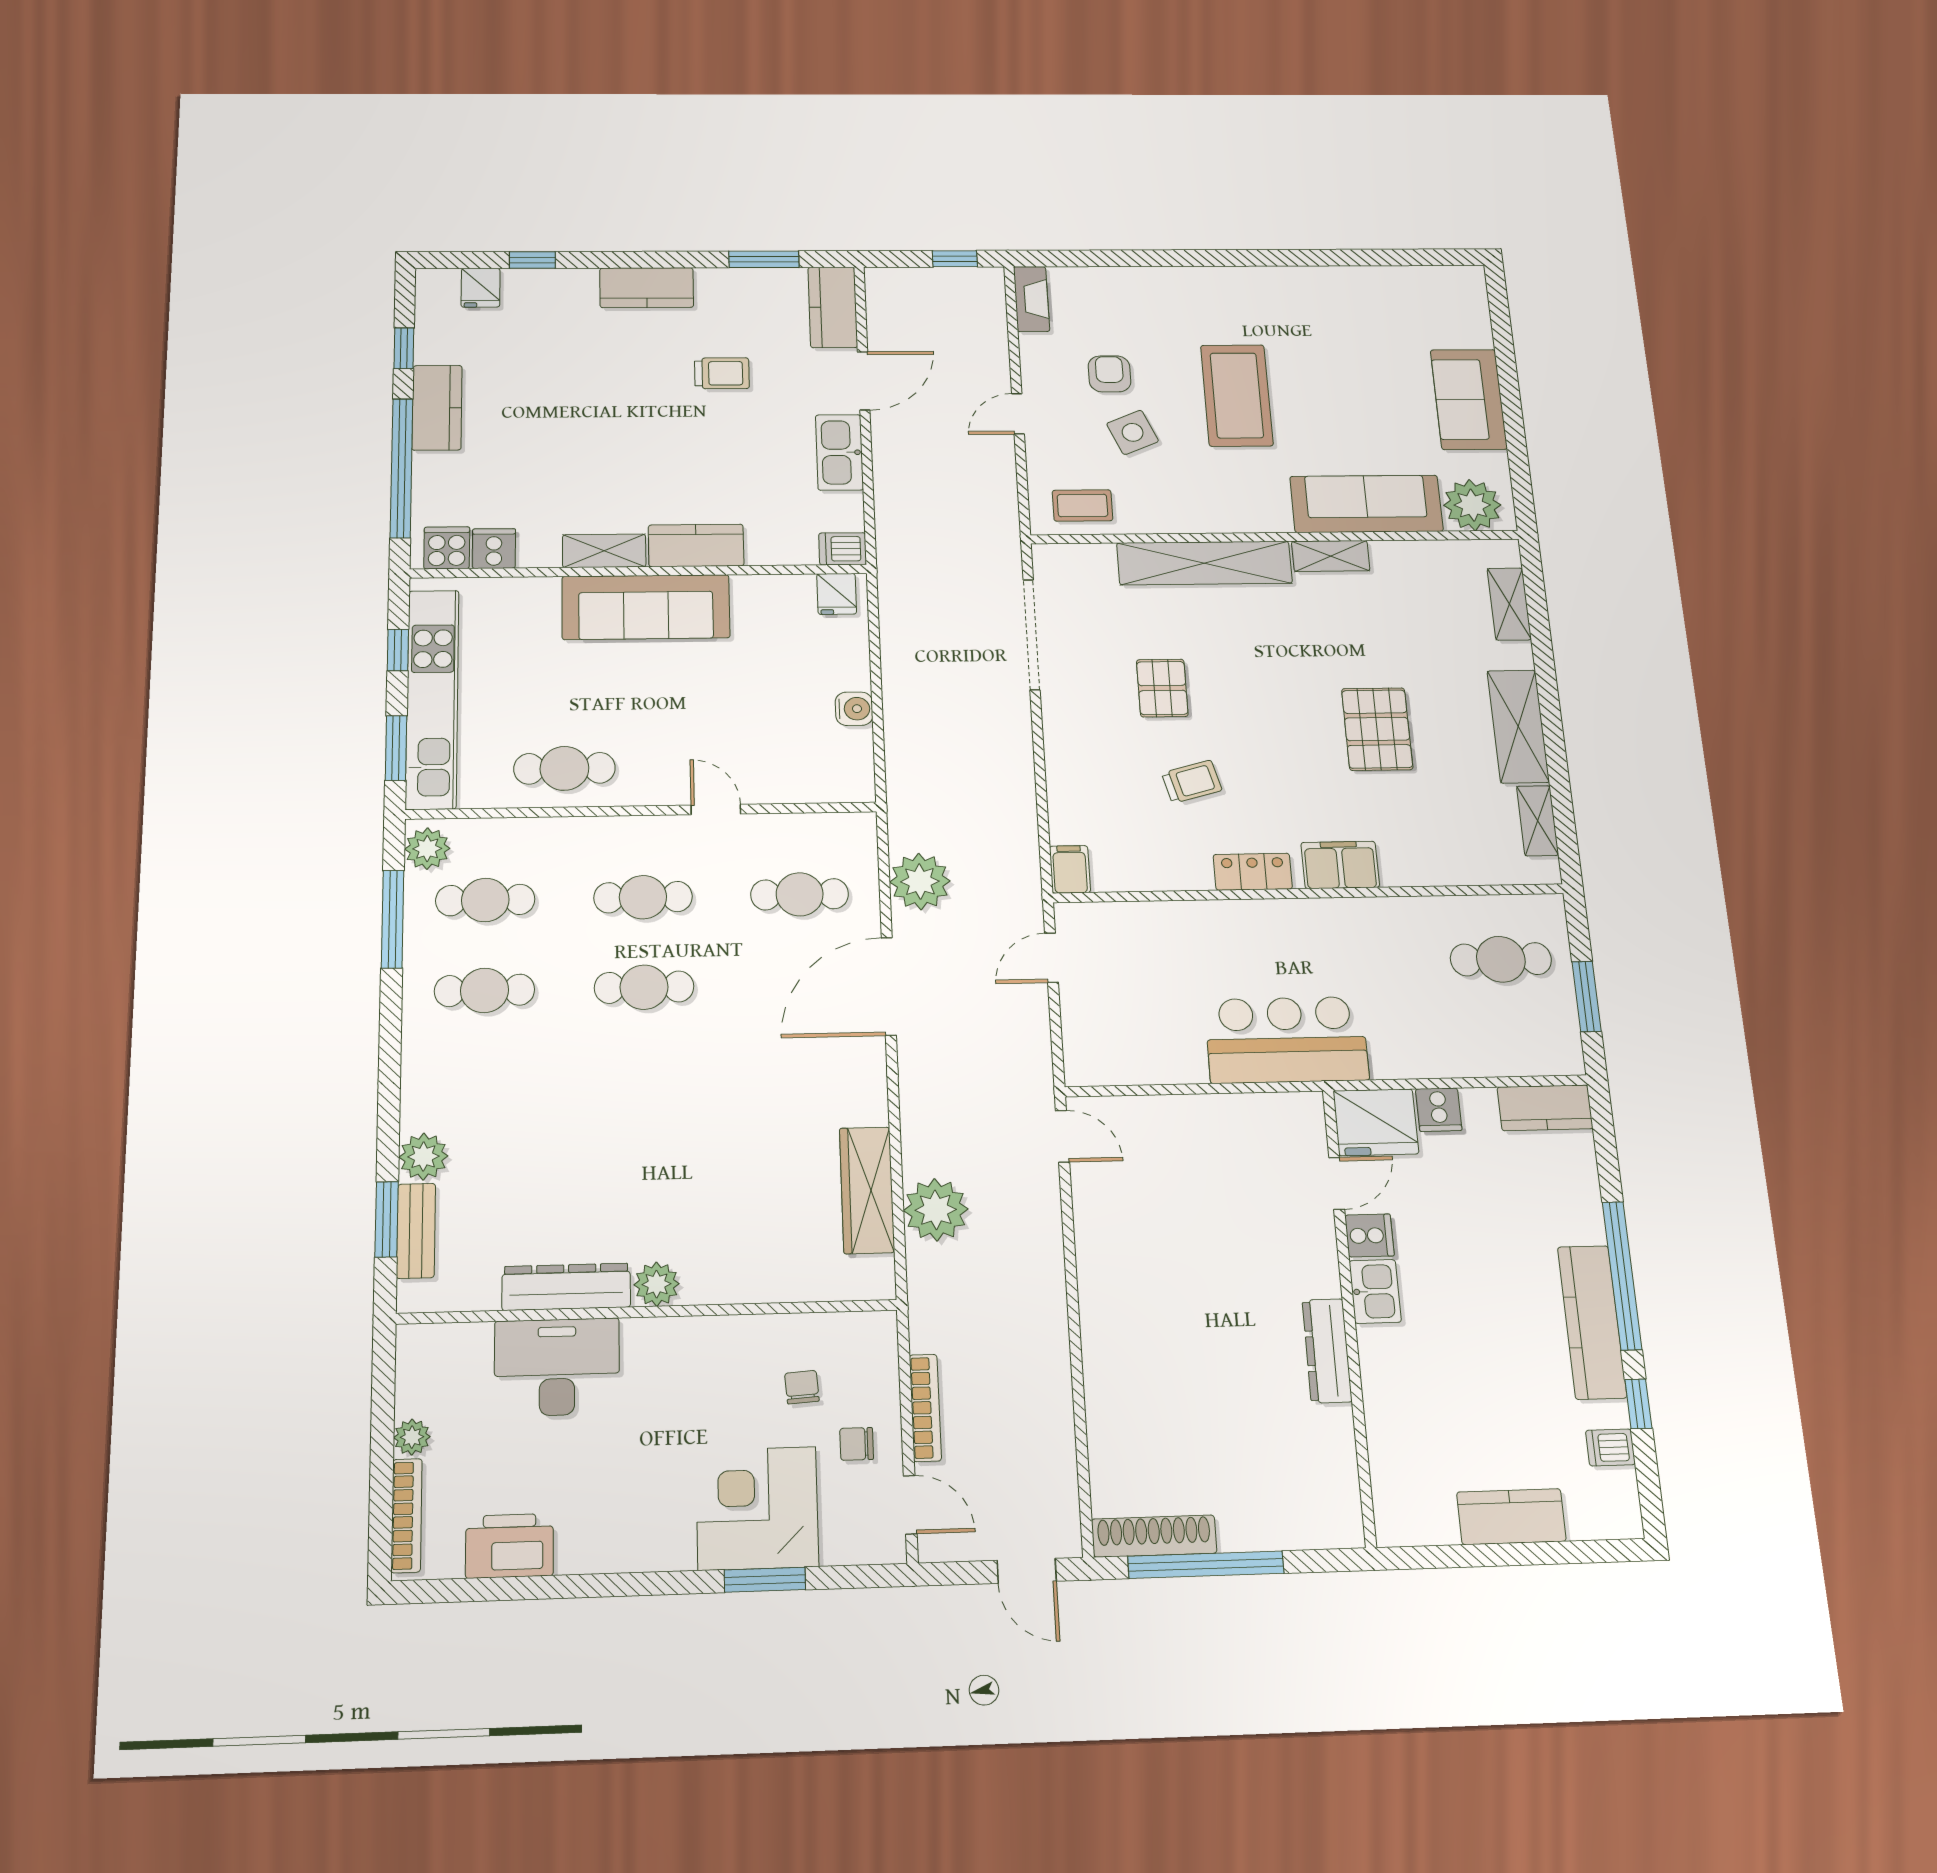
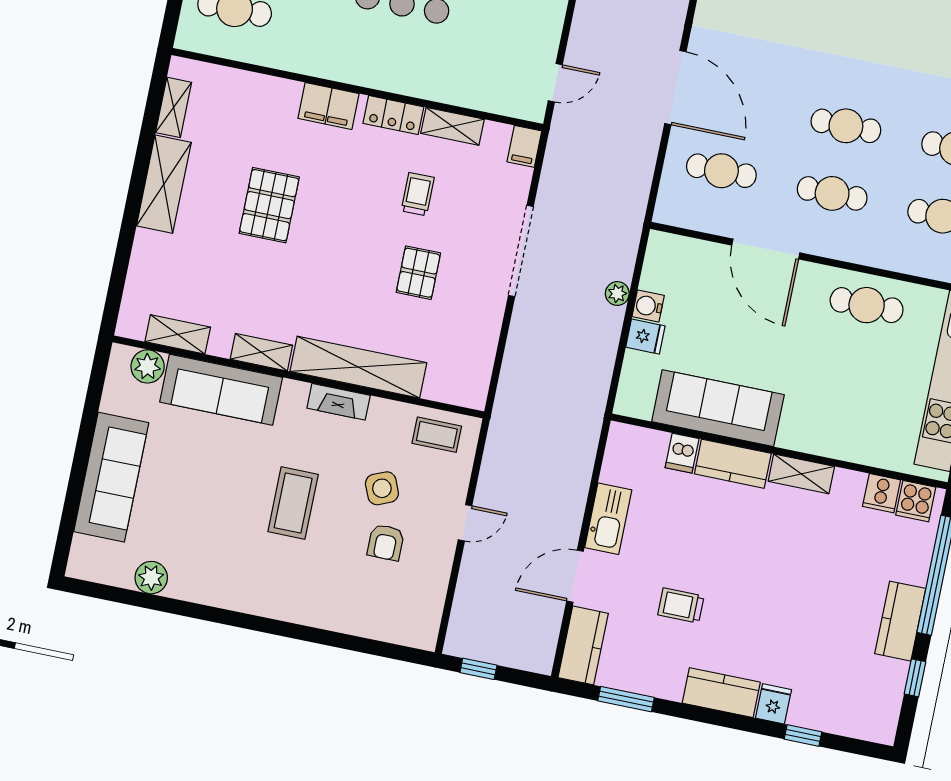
plant: (1381, 283) -> (151, 578), added
fridge: (481, 288) -> (773, 704), moved
fireplace: (1031, 299) -> (339, 402), moved, turned -90
coffee table: (1237, 395) -> (293, 503), width x0.73, depth x0.76
sofa: (1469, 399) -> (111, 477), width x1.36
plant: (1472, 505) -> (148, 366), width x0.73, depth x0.73
dishwasher: (843, 549) -> (682, 453), moved, turned 90
fridge: (837, 594) -> (645, 337), moved, turned 90
shelving: (1509, 604) -> (178, 334), moved, turned 90
sofa: (646, 607) -> (718, 408), moved
doorway: (1032, 635) -> (521, 251), moved
trolley: (1192, 782) -> (418, 194), turned 105
door: (716, 810) -> (766, 249), width x1.87
shelving: (1171, 874) -> (453, 126), added
plant: (920, 881) -> (617, 293), moved, width x0.53, depth x0.53
door: (889, 986) -> (675, 88), hinge flipped

